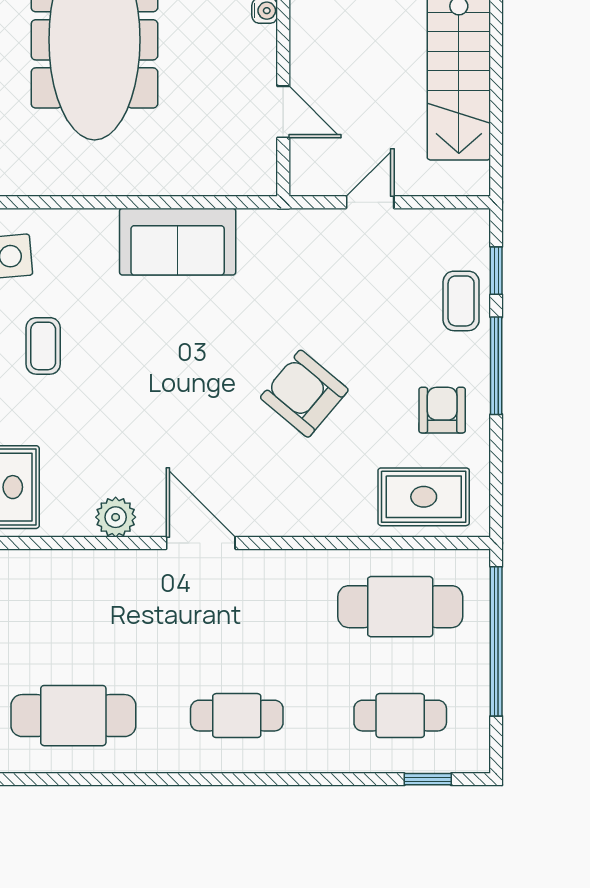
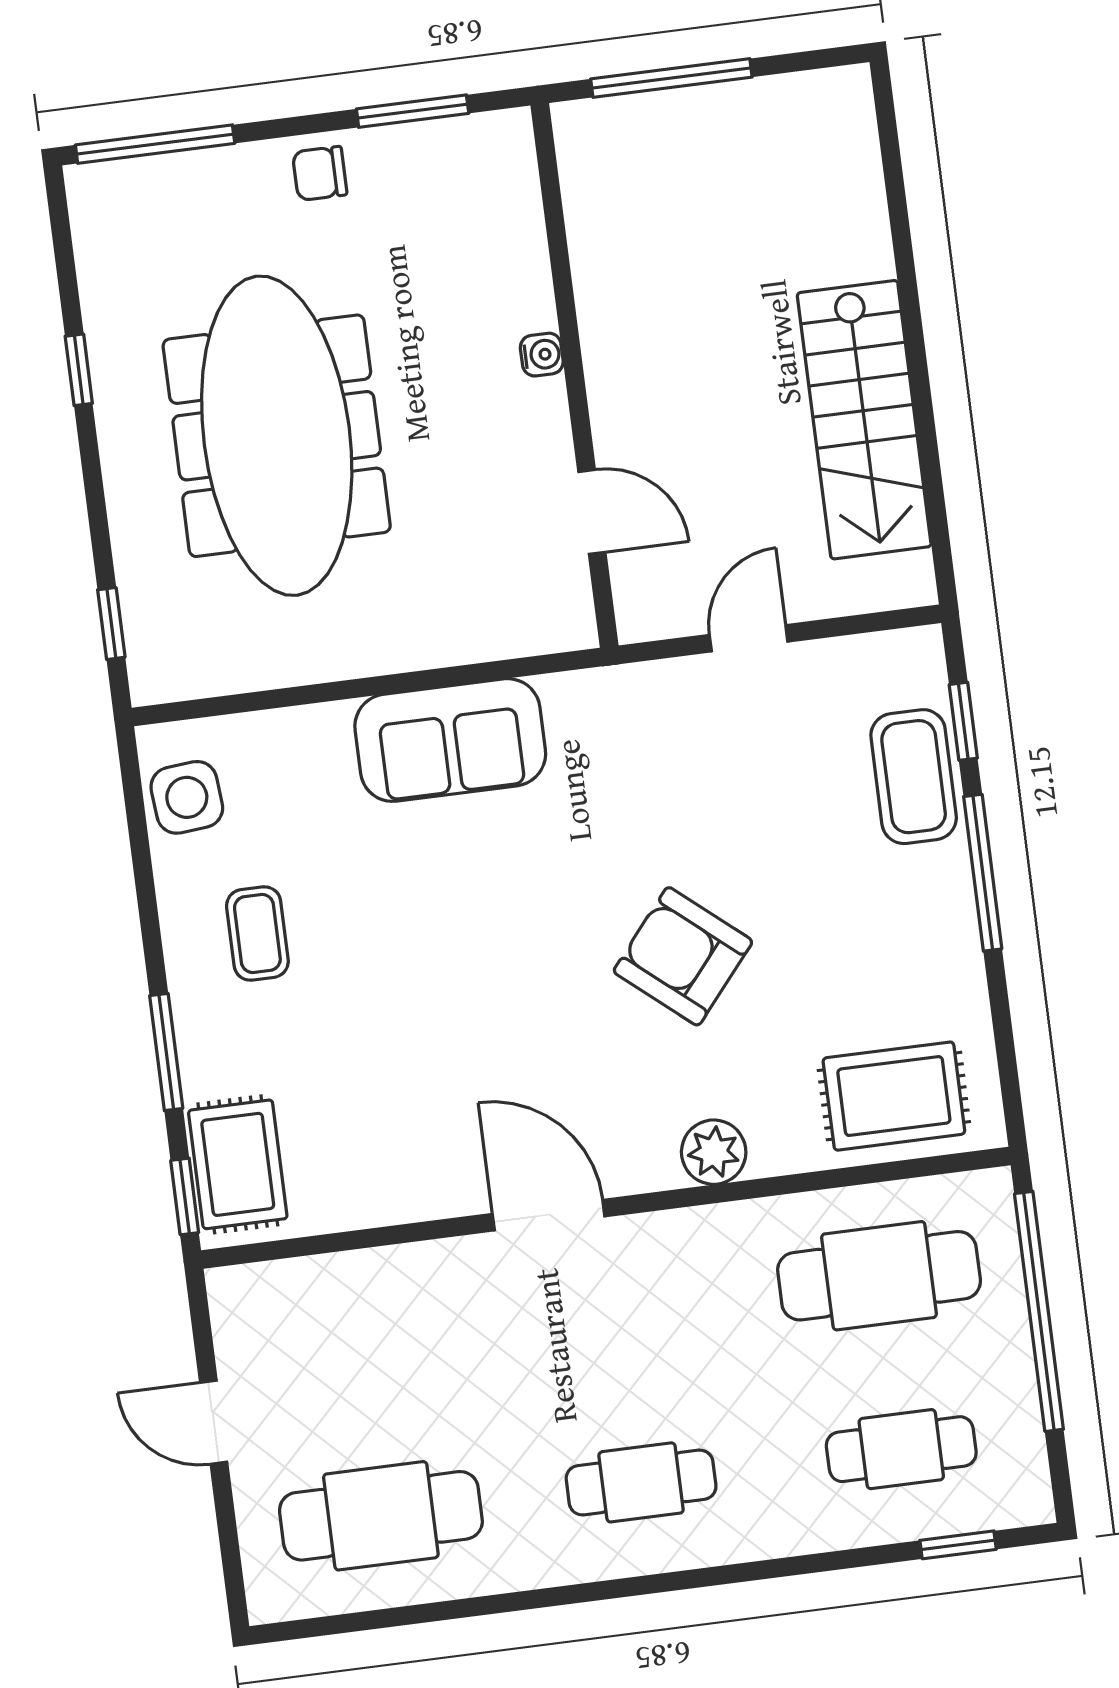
coffee table: (461, 301) -> (914, 777), width x1.36, depth x1.30
armchair: (442, 410) -> (906, 954), removed
plant: (116, 517) -> (714, 1152), moved

